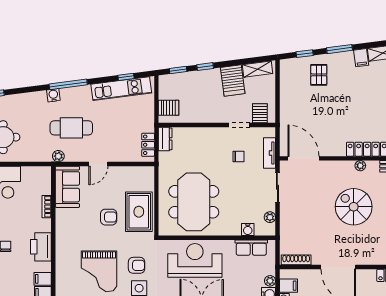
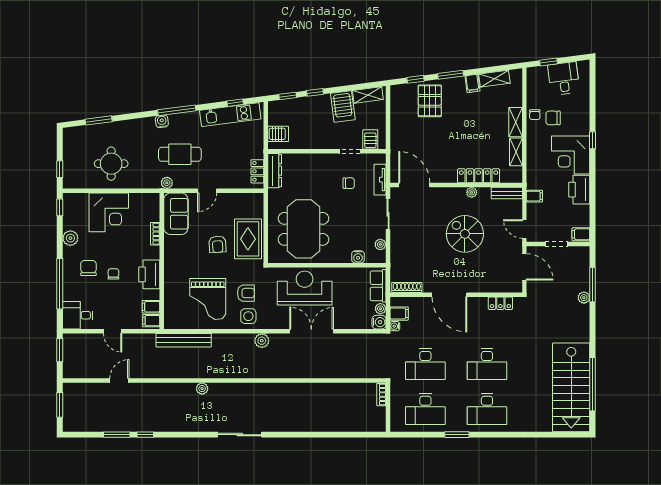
pallet: (319, 75) -> (430, 101), width x1.50, depth x1.42
dresser: (165, 139) -> (275, 171), width x1.44
armchair: (109, 217) -> (217, 244), turned 86
row of seats: (251, 248) -> (378, 286), moved, turned 90

